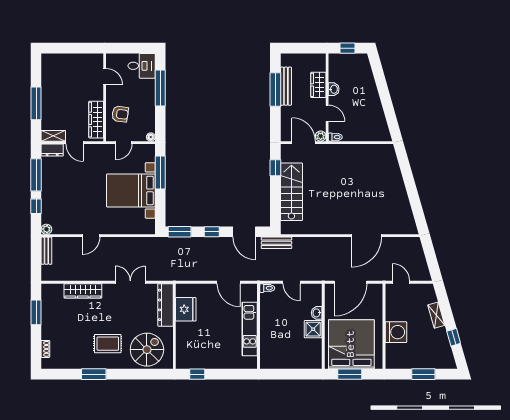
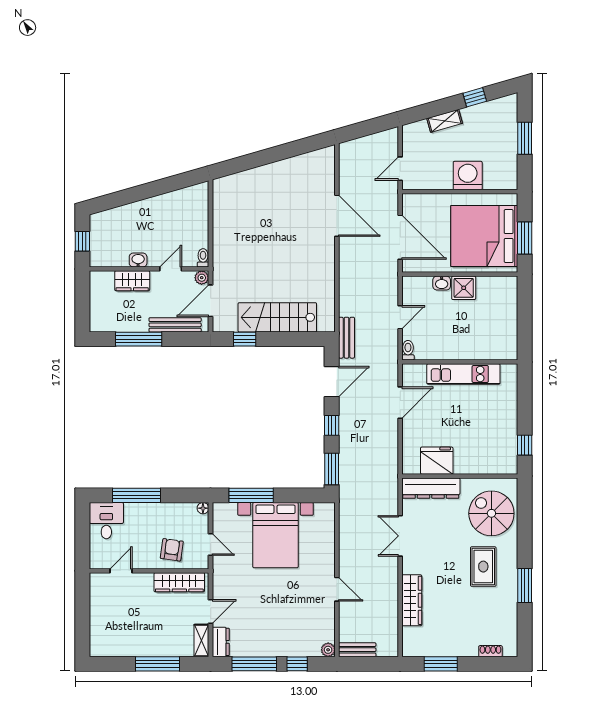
bench: (286, 86) -> (175, 325), moved

